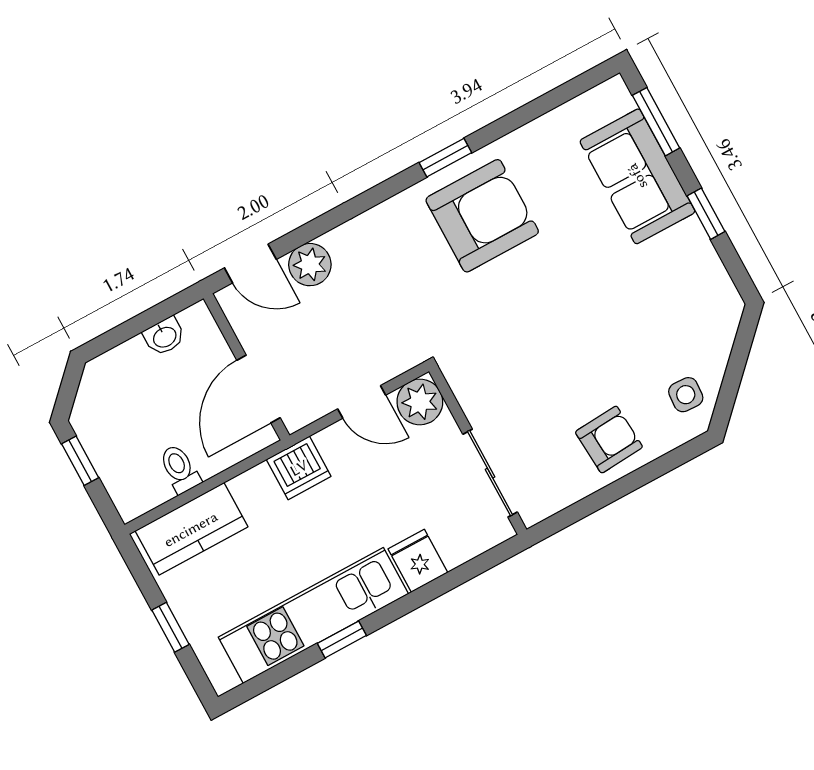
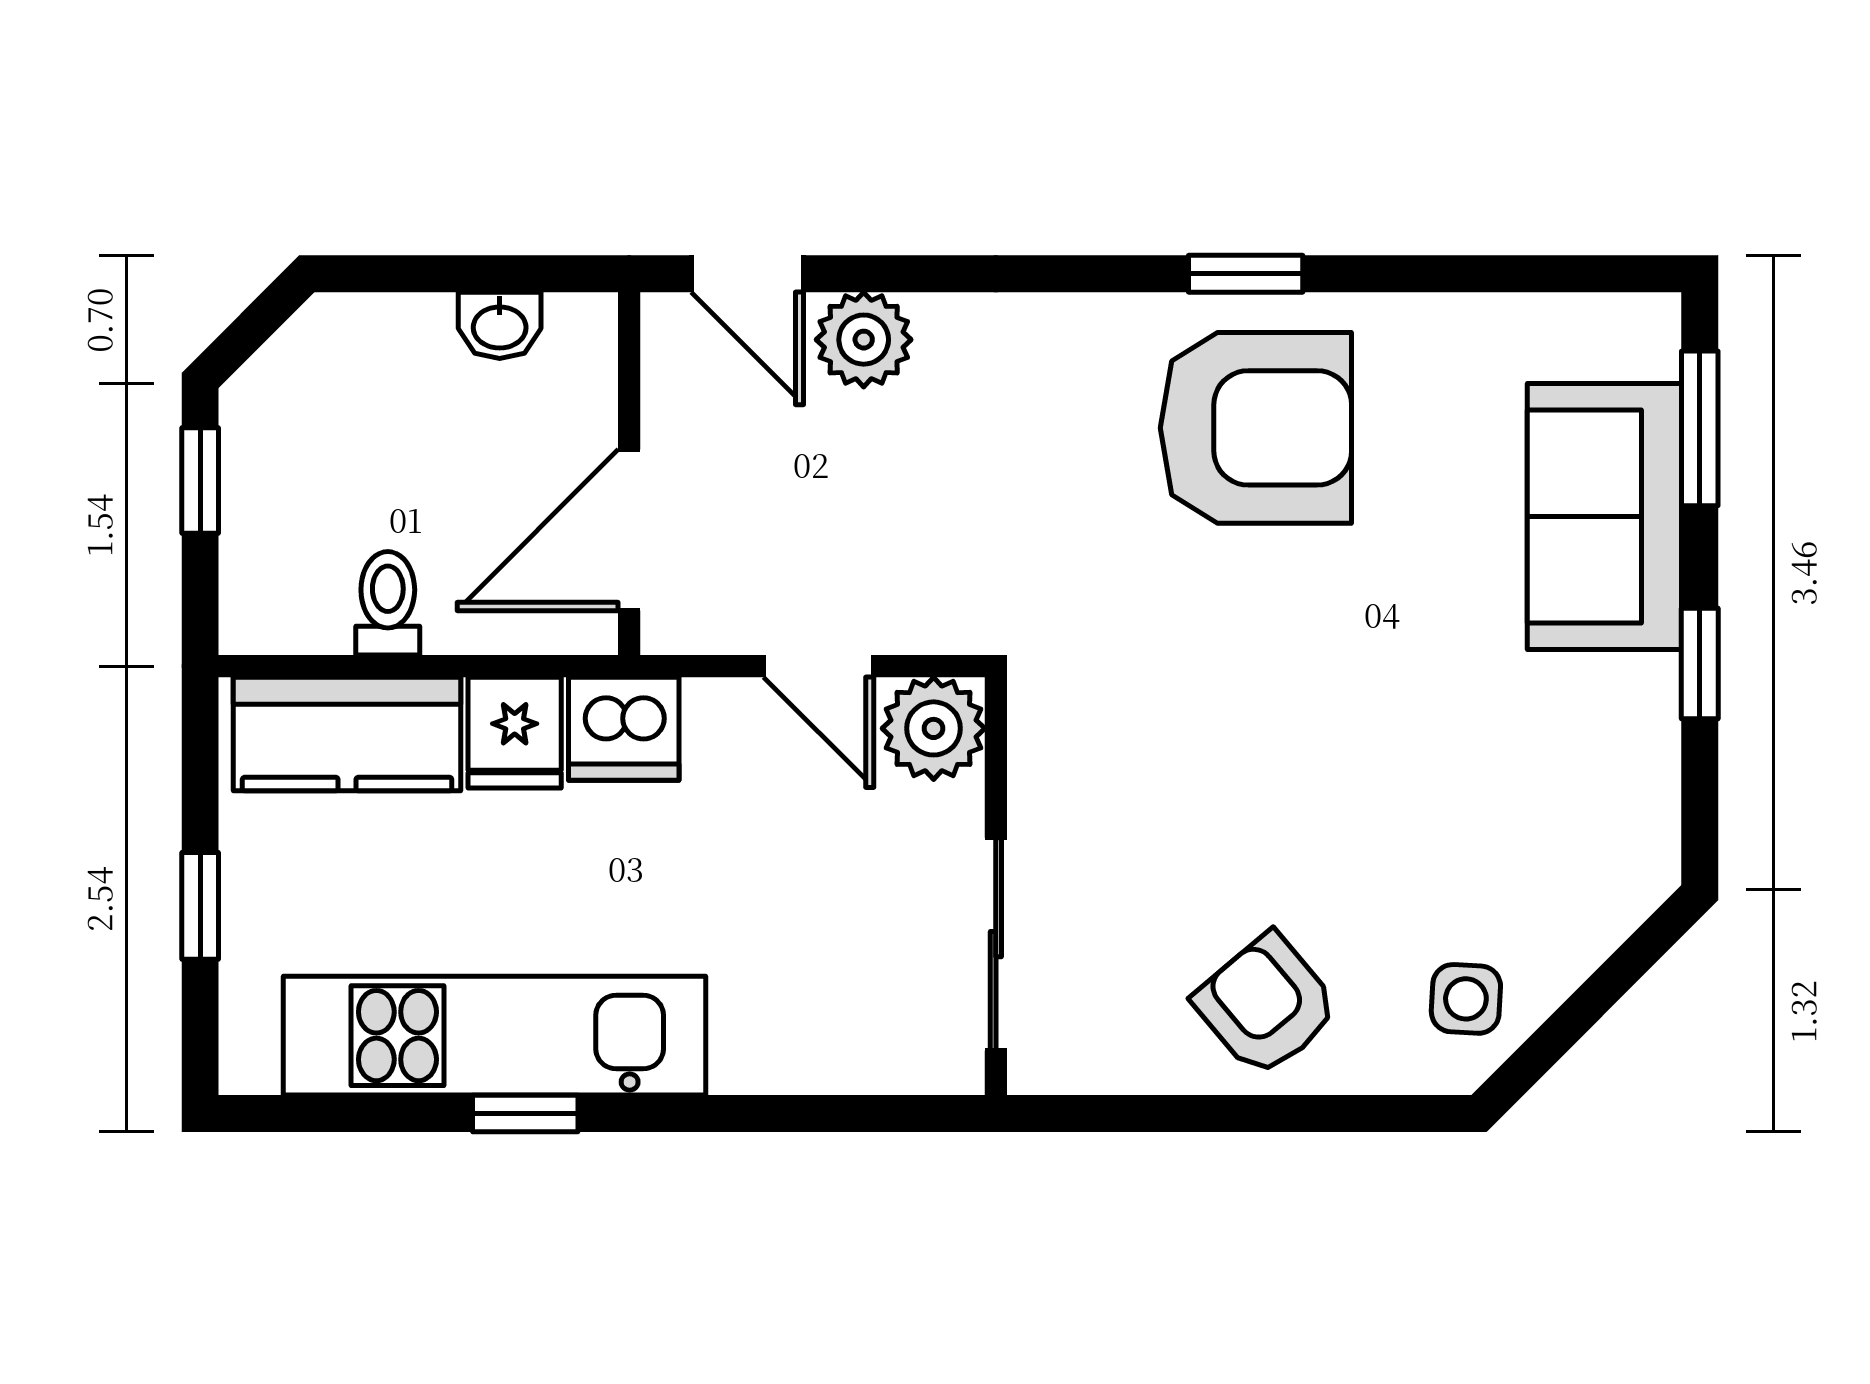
armchair: (609, 440) -> (1266, 1005), turned -126
fridge: (418, 561) -> (515, 733), moved, turned 180

